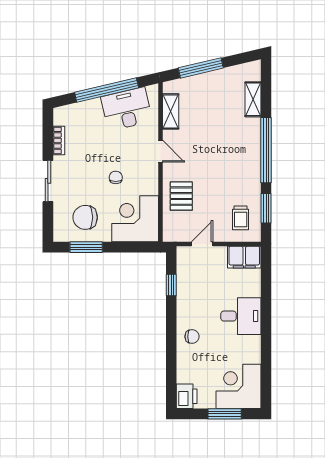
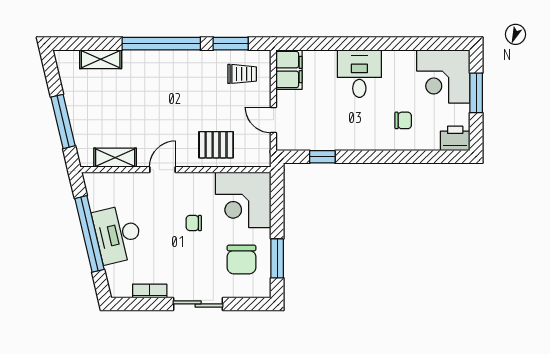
desk: (127, 109) -> (118, 234), moved
chair: (192, 337) -> (403, 120), moved, turned 90

